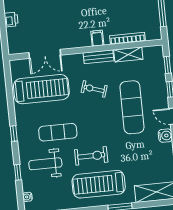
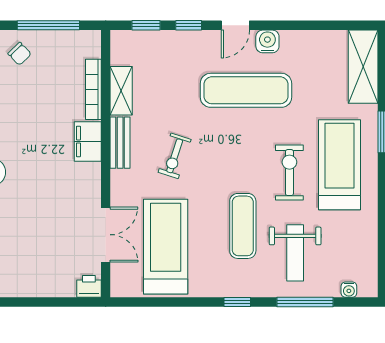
printer: (11, 20) -> (89, 286), moved
filing cabinet: (97, 38) -> (88, 141), width x2.00
exercise mat: (132, 107) -> (246, 90), moved
window: (18, 172) -> (305, 302), width x2.17
treadmill: (99, 184) -> (339, 165), turned 180

